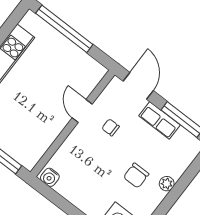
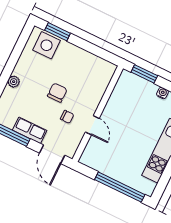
chair: (136, 176) -> (57, 93), moved
water cooler: (50, 177) -> (107, 68), removed

